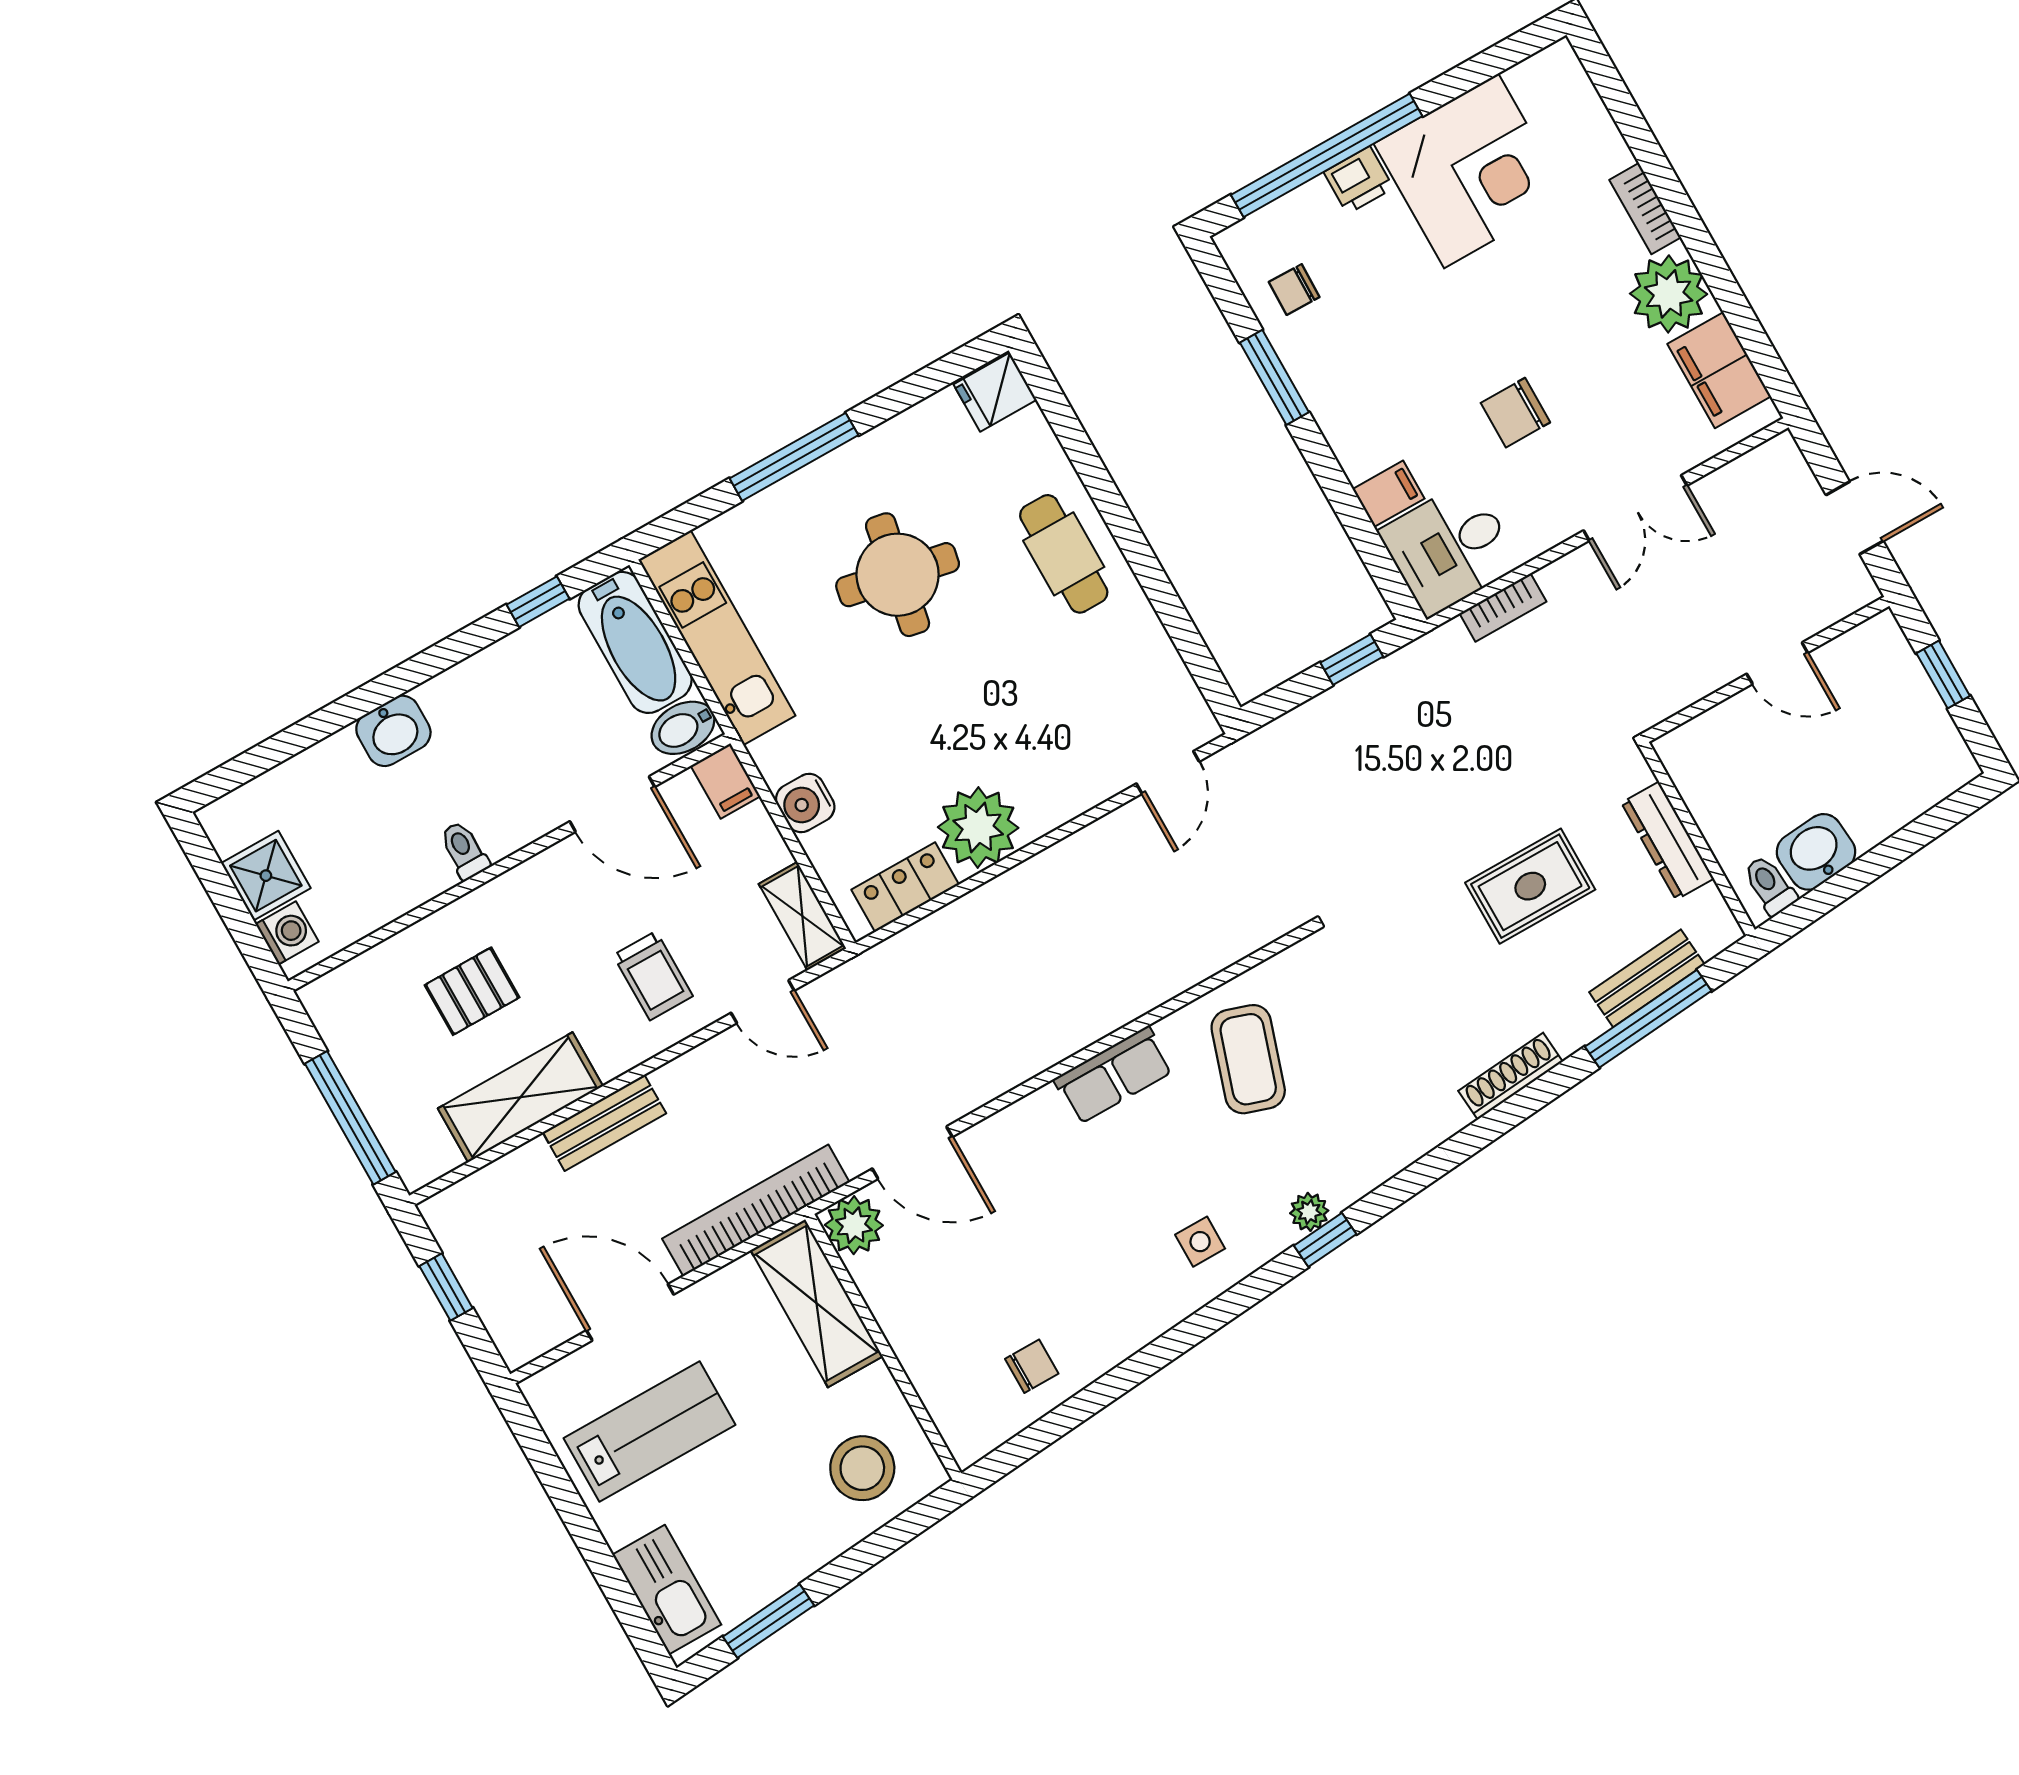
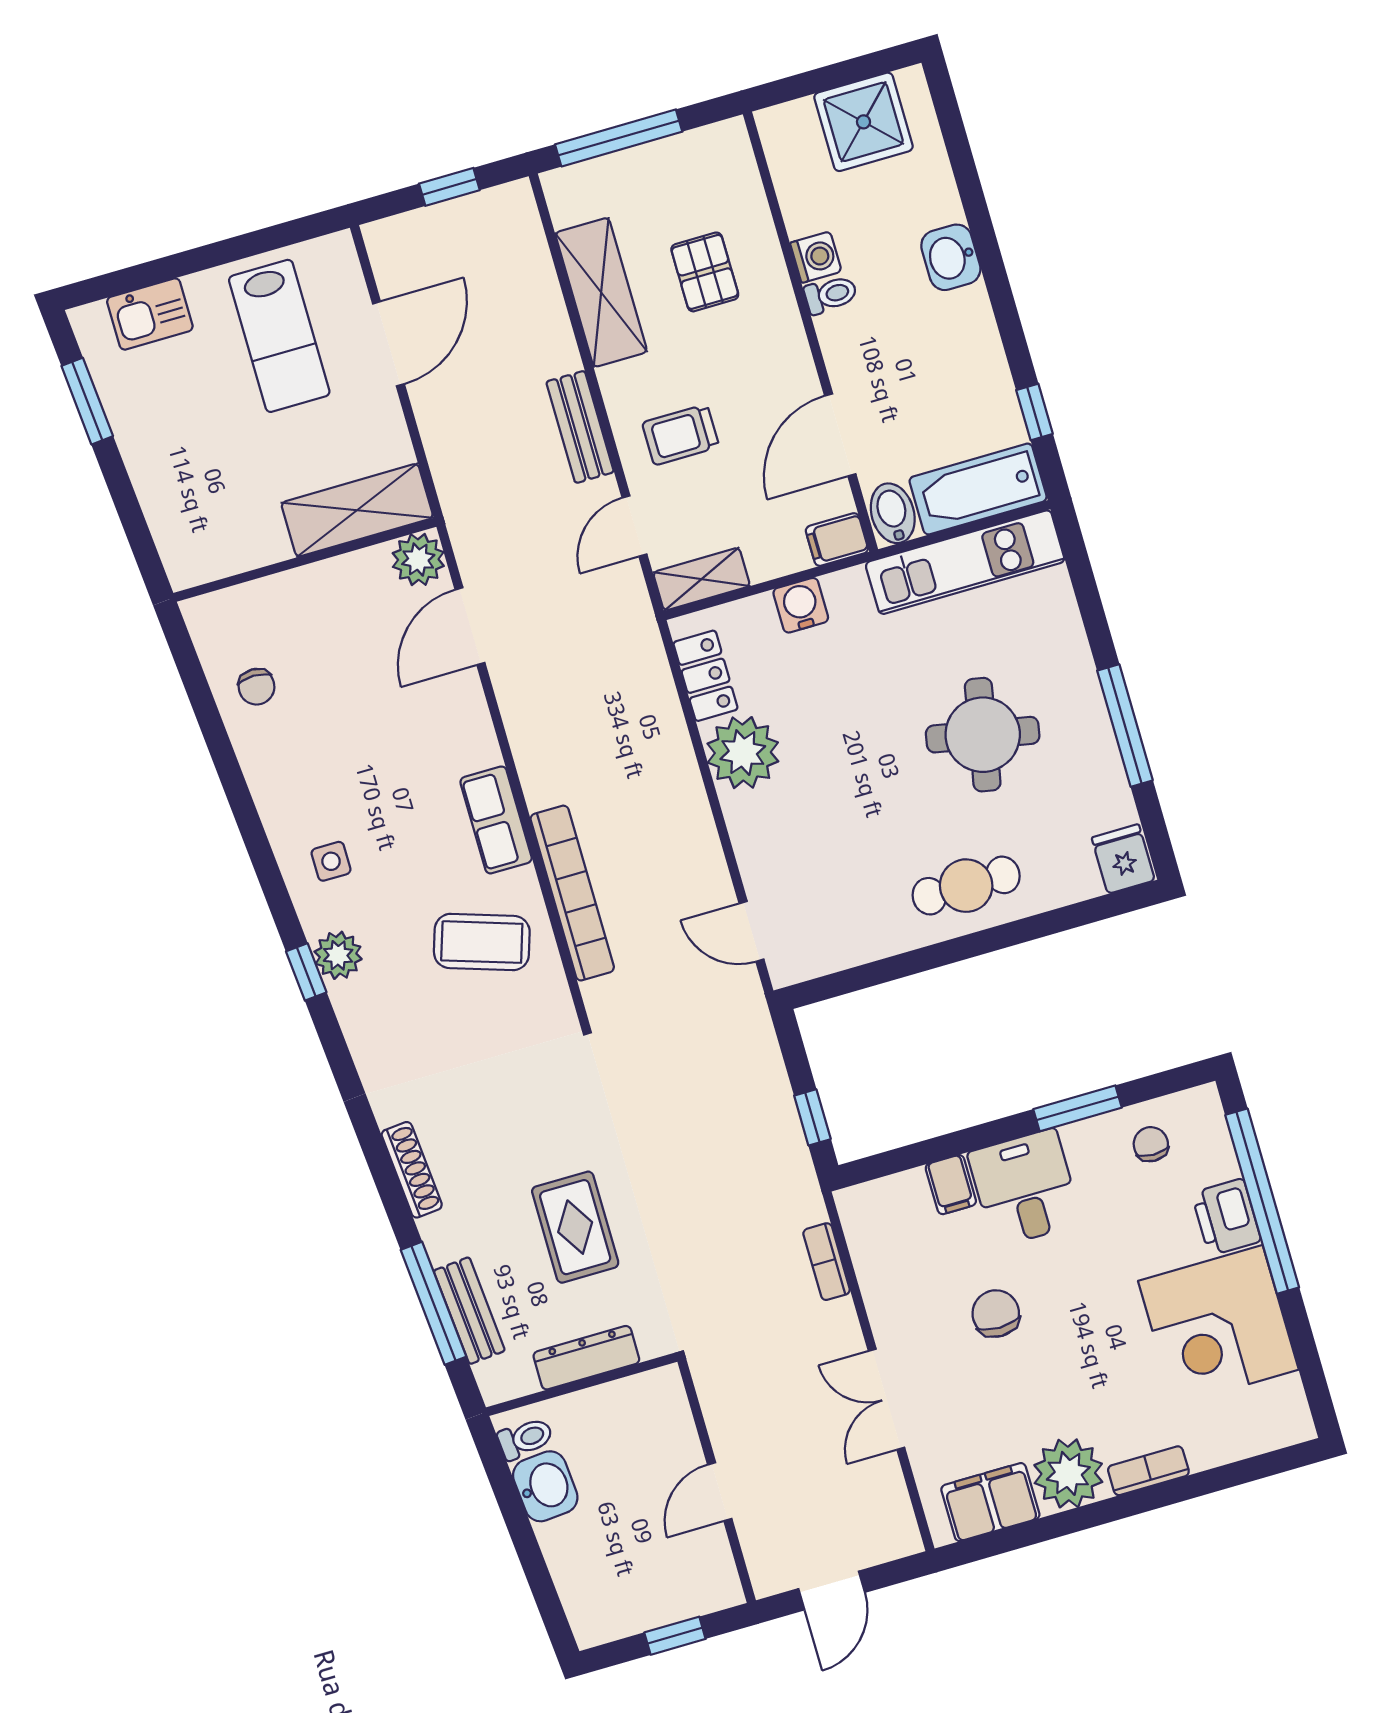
printer: (1359, 180) -> (1226, 1217), width x1.36, depth x1.24
window: (794, 457) -> (1125, 725), moved
desk: (1449, 548) -> (1025, 1188), moved
shower: (266, 876) -> (863, 122), width x1.36, depth x1.36
washing machine: (287, 933) -> (816, 257), moved, turned -90
bench: (604, 1123) -> (580, 427), moved
bookcase: (756, 1210) -> (572, 893), moved
plant: (1309, 1212) -> (338, 955), width x1.38, depth x1.38
stool: (862, 1468) -> (202, 516), removed
kitchen sink: (667, 1590) -> (150, 314), width x0.73

